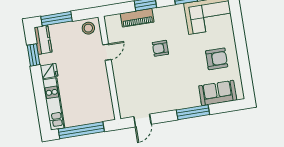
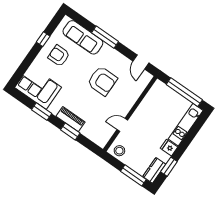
piano: (137, 18) -> (70, 119), moved
armchair: (160, 48) -> (102, 81), moved, width x1.88, depth x1.88
window: (243, 60) -> (43, 39), added
sofa: (218, 93) -> (83, 37), width x1.36
door: (142, 120) -> (141, 62), swing flipped

